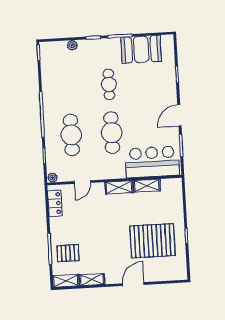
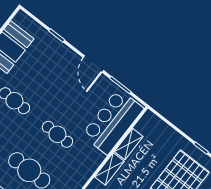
cafe table: (112, 133) -> (57, 134), width x0.73, depth x0.74

